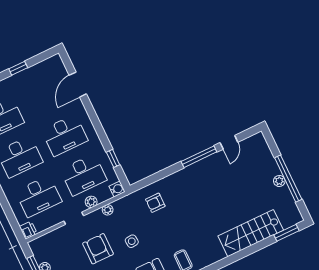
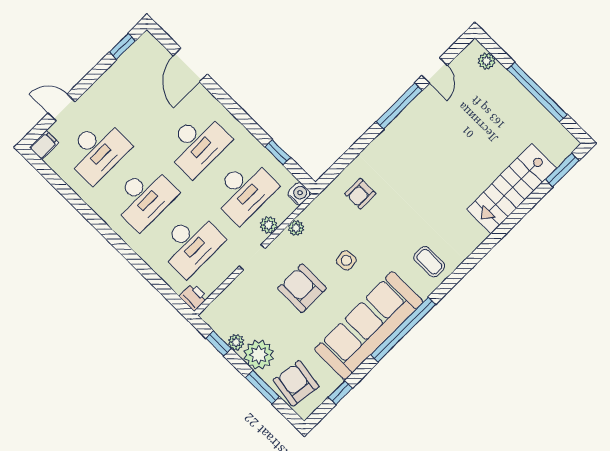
window: (18, 68) -> (122, 46), moved
plant: (279, 181) -> (487, 61), moved

